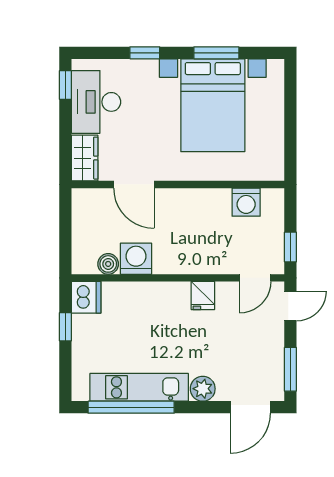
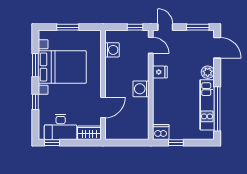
window: (290, 116) -> (68, 27), added
washing machine: (136, 259) -> (141, 89), moved
boiler: (108, 264) -> (144, 121), removed

